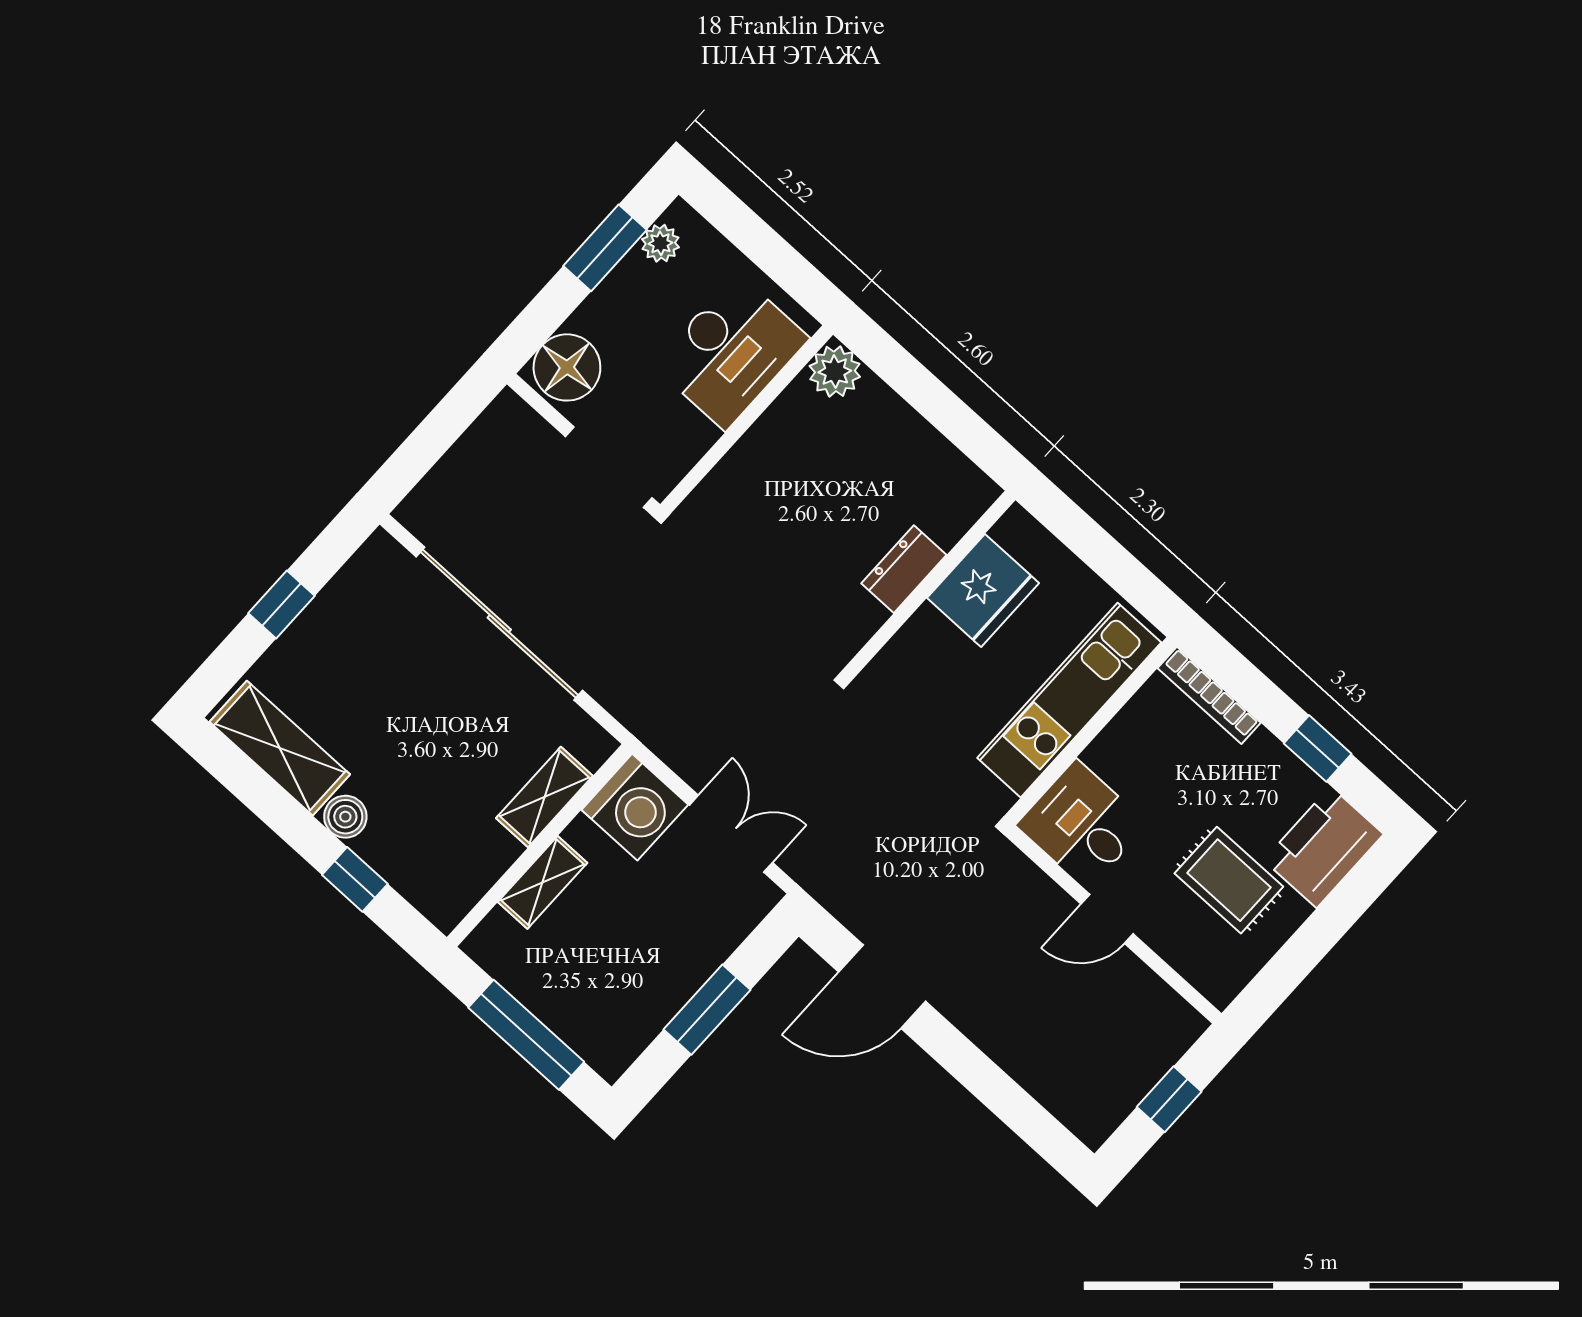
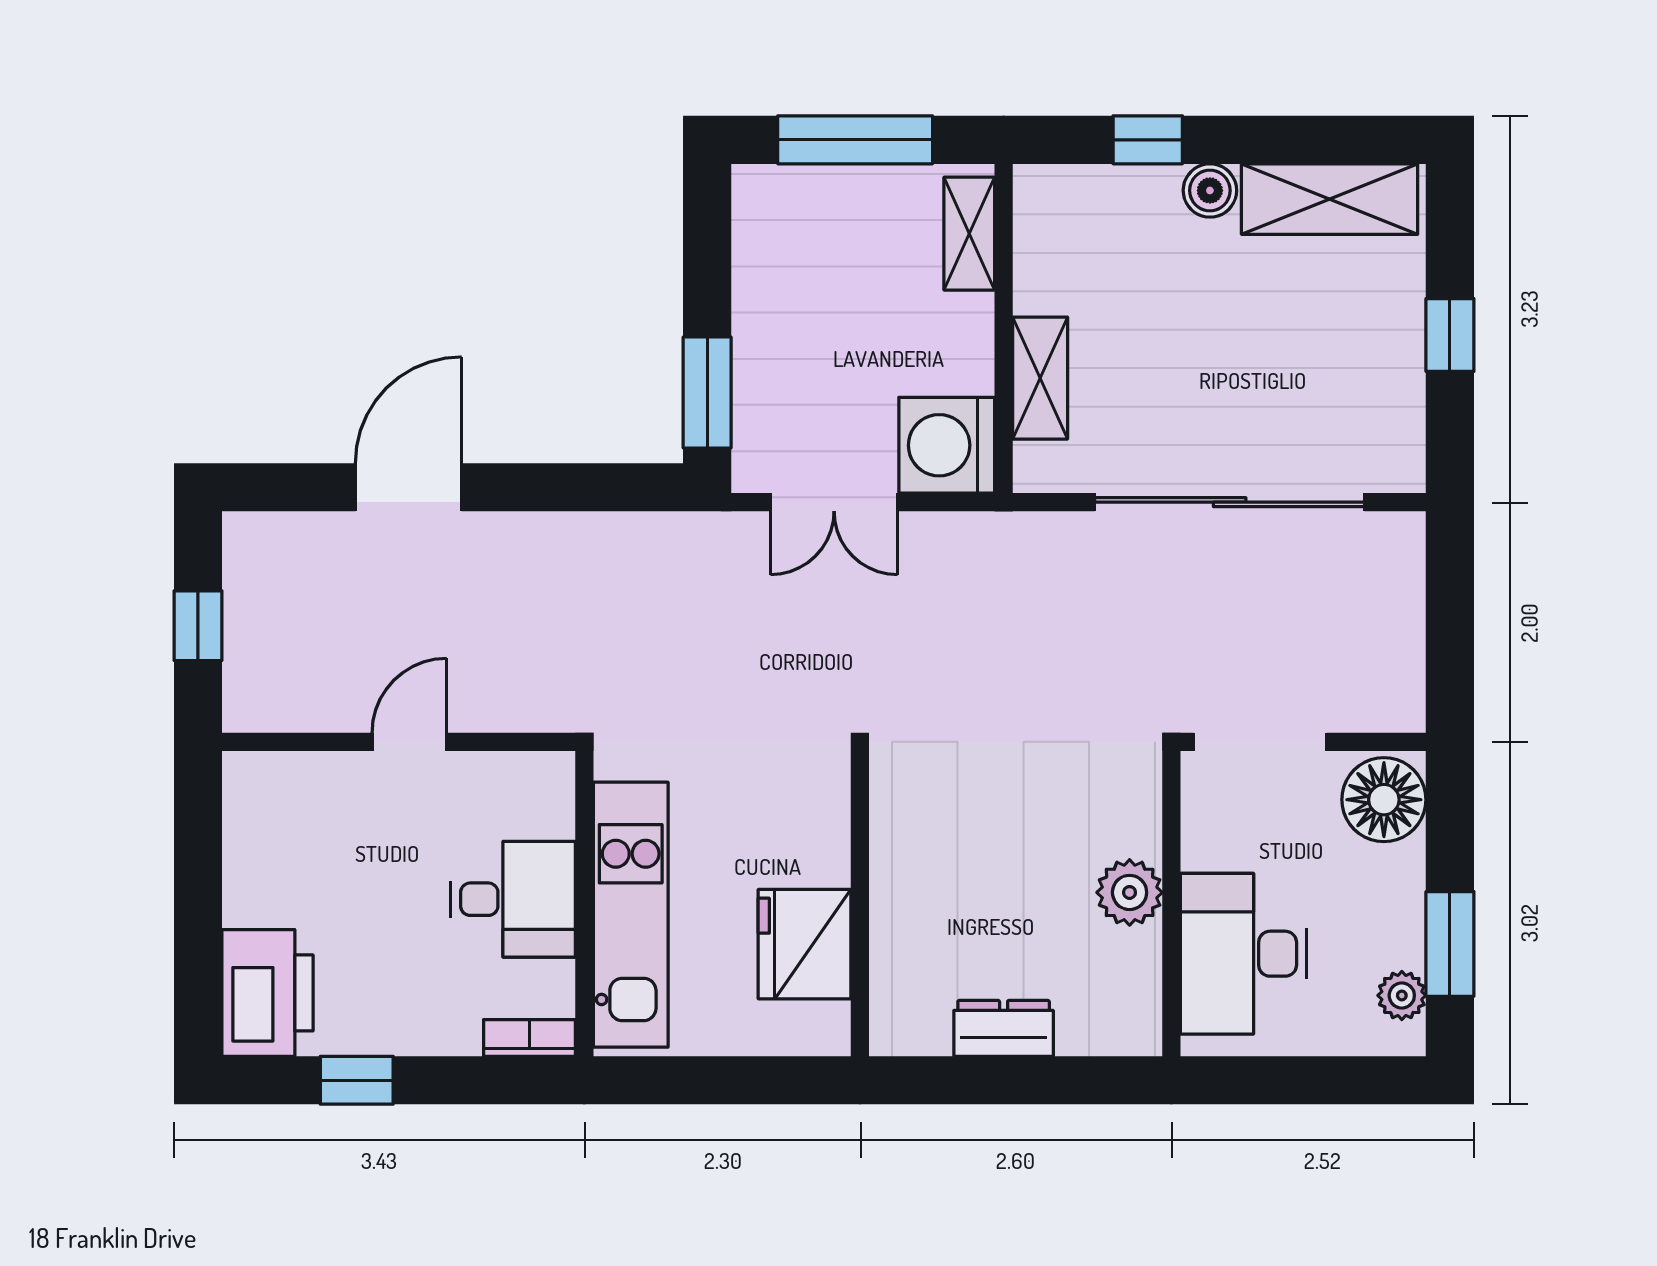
plant: (835, 371) -> (1130, 892), moved
dresser: (904, 569) -> (1004, 1028), moved, turned -90
bookcase: (1209, 695) -> (529, 1038), width x0.64
desk: (1082, 825) -> (513, 899), moved
rug: (1229, 880) -> (328, 882), removed
shelving: (543, 882) -> (969, 234), moved
door: (882, 987) -> (409, 487), moved
window: (707, 1010) -> (707, 392), moved

